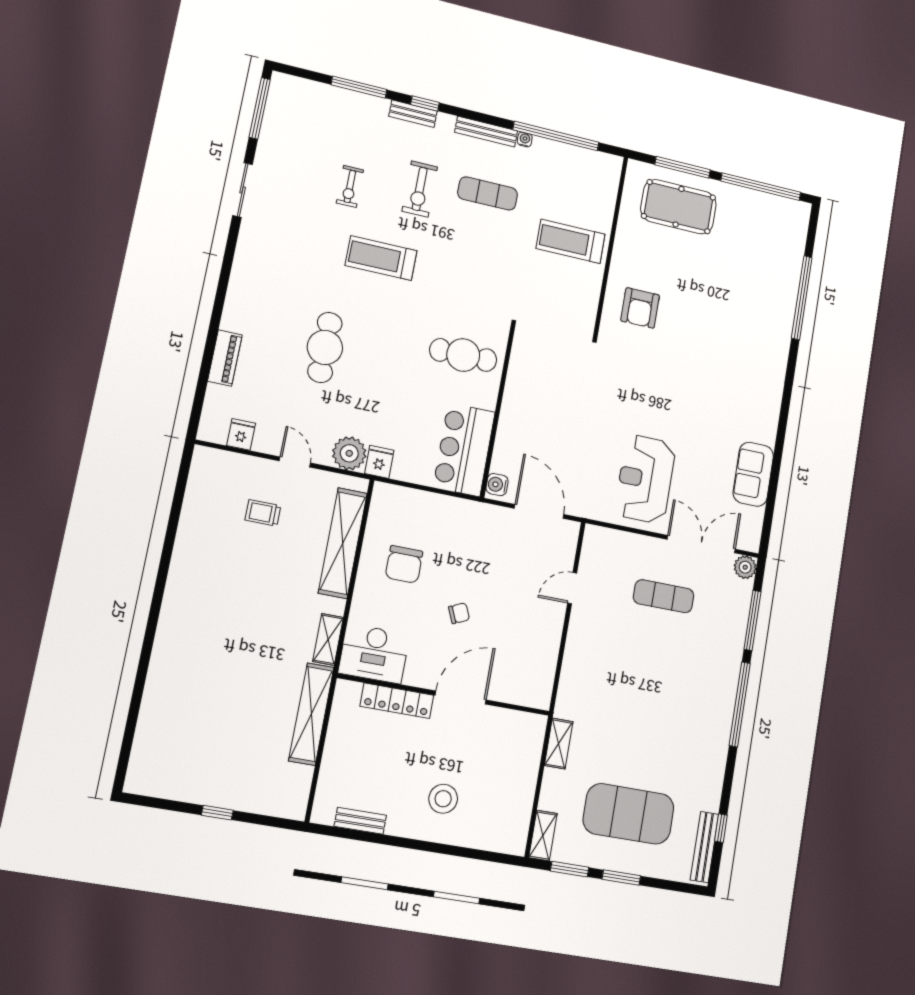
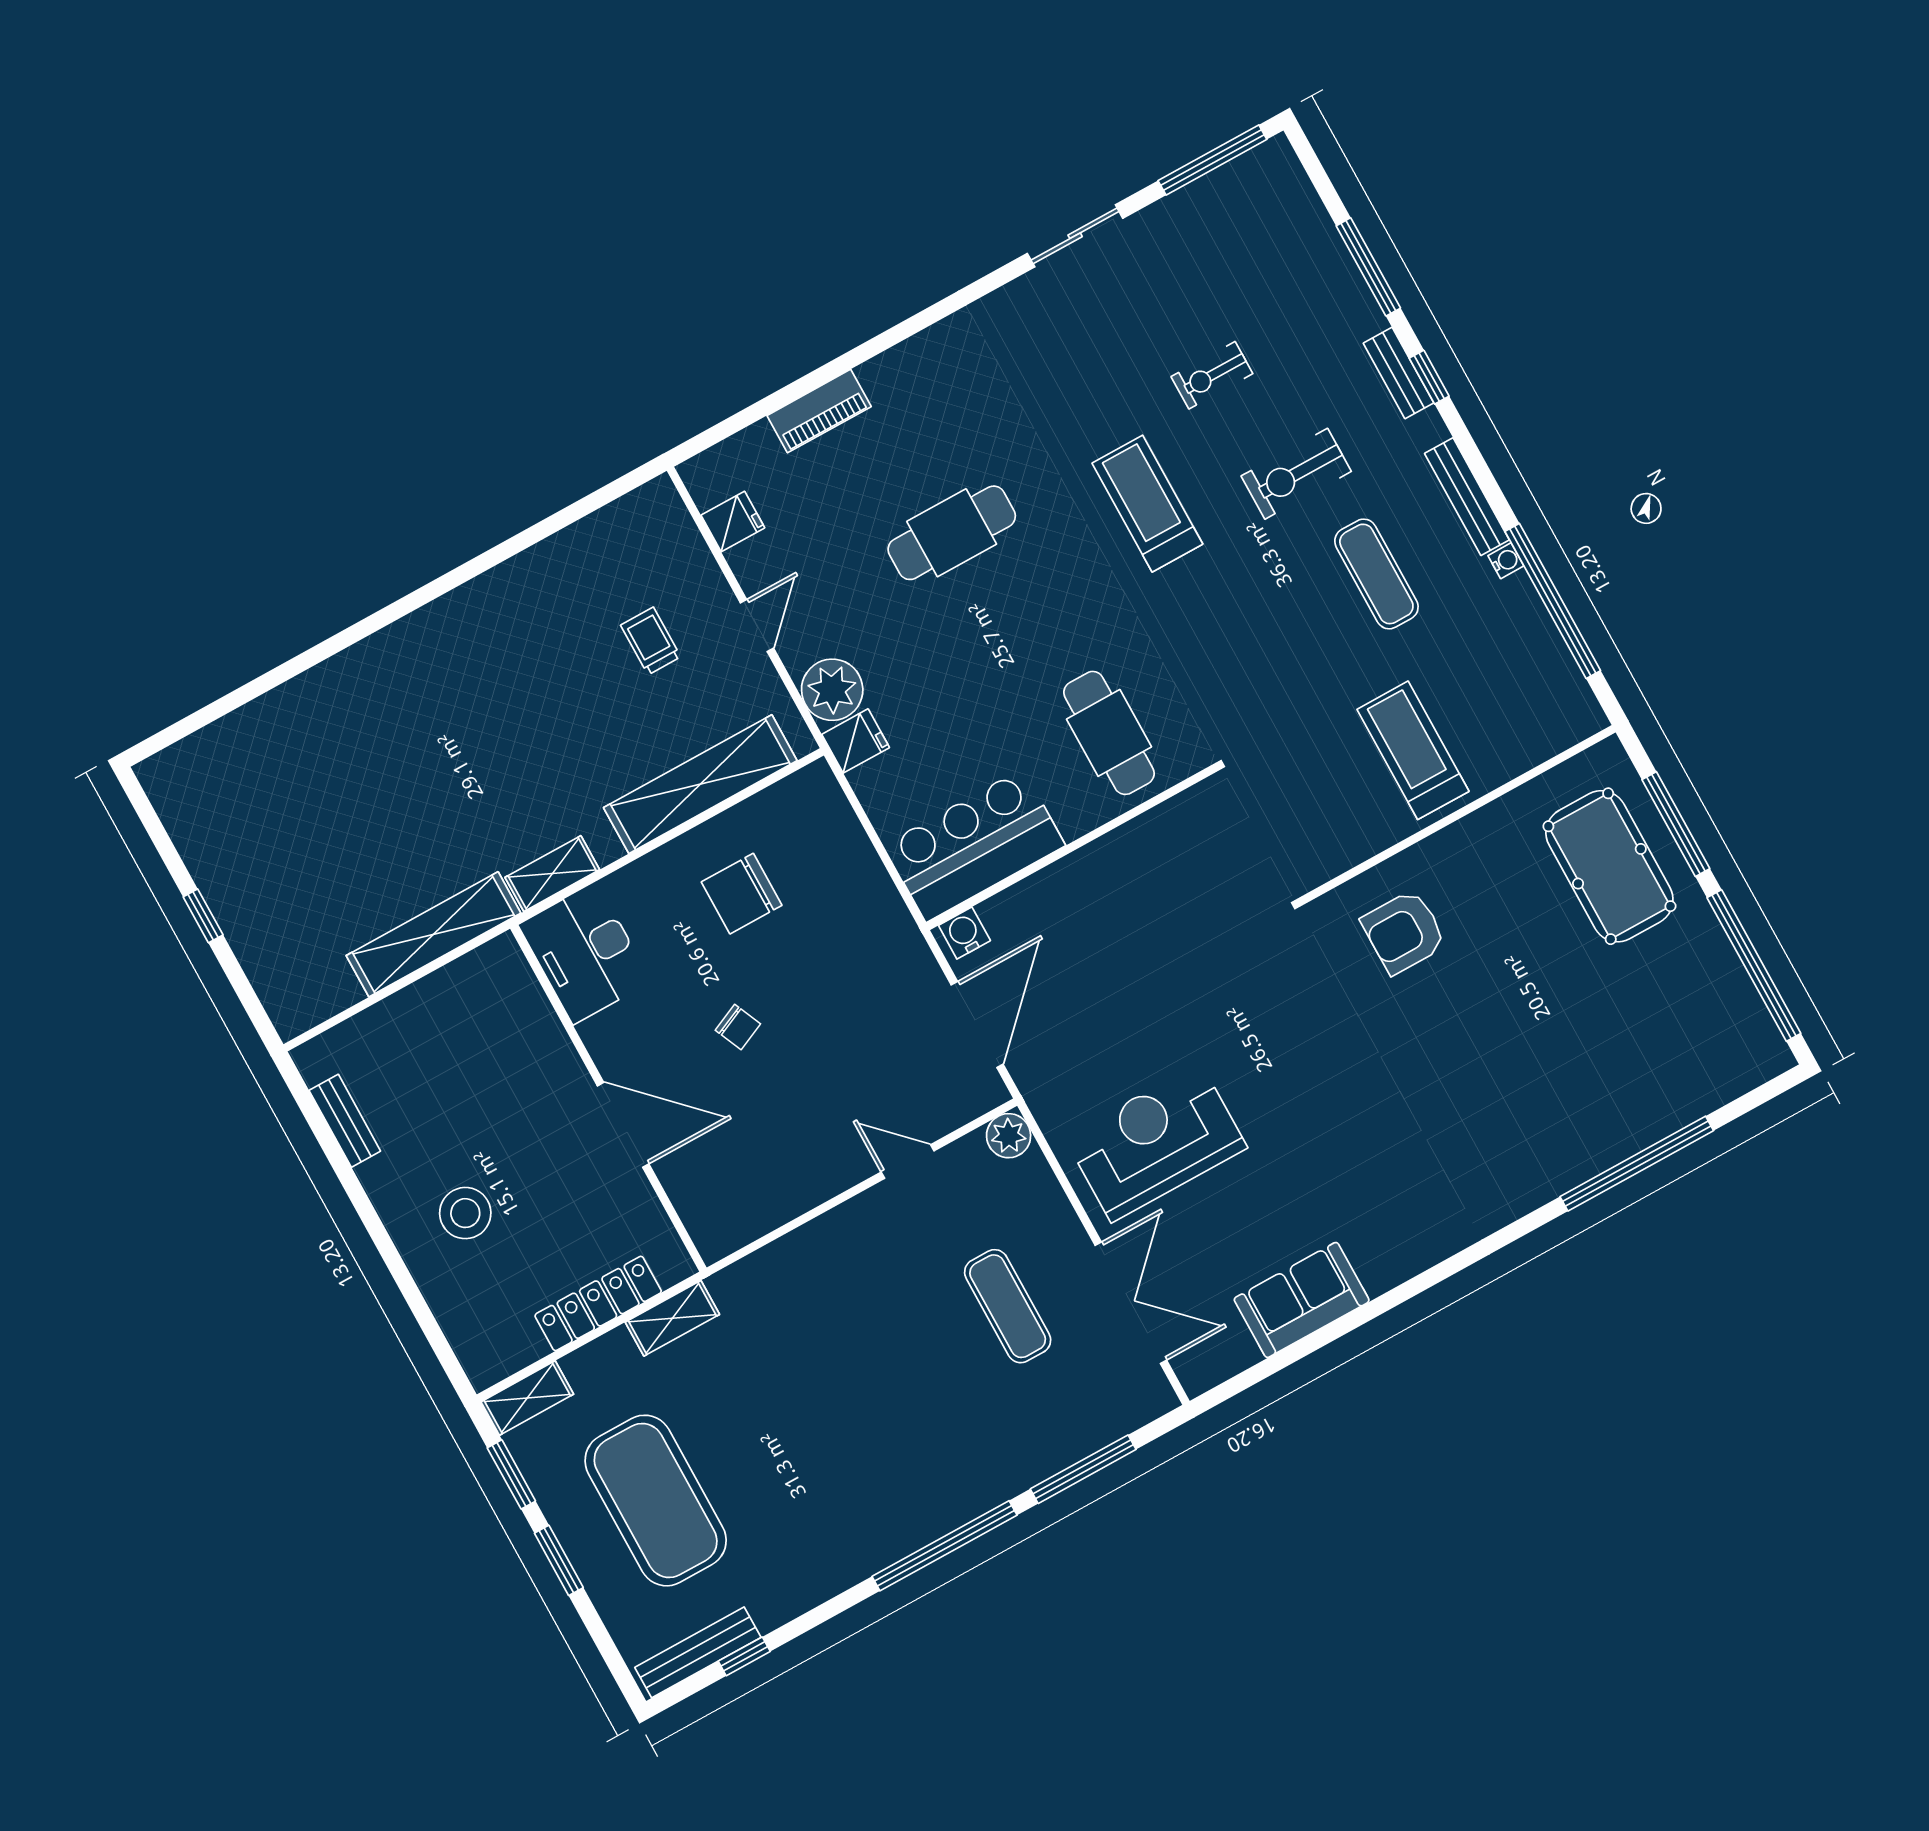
plant: (745, 567) -> (1009, 1136), moved
locker: (397, 701) -> (598, 1303), moved, turned 90

